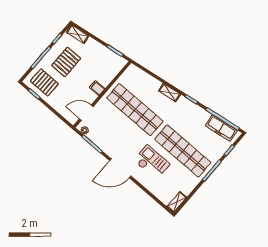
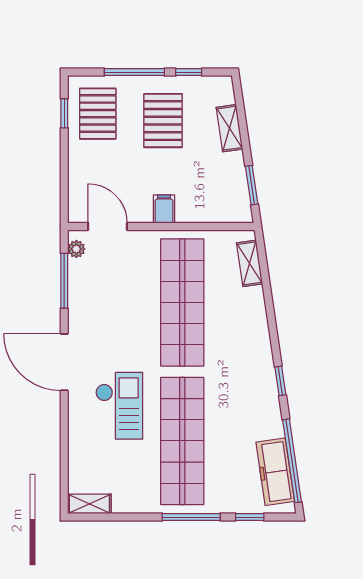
shelving: (78, 34) -> (230, 128), moved
pallet: (66, 62) -> (163, 121), turned 90
shelving: (170, 93) -> (250, 263), moved

